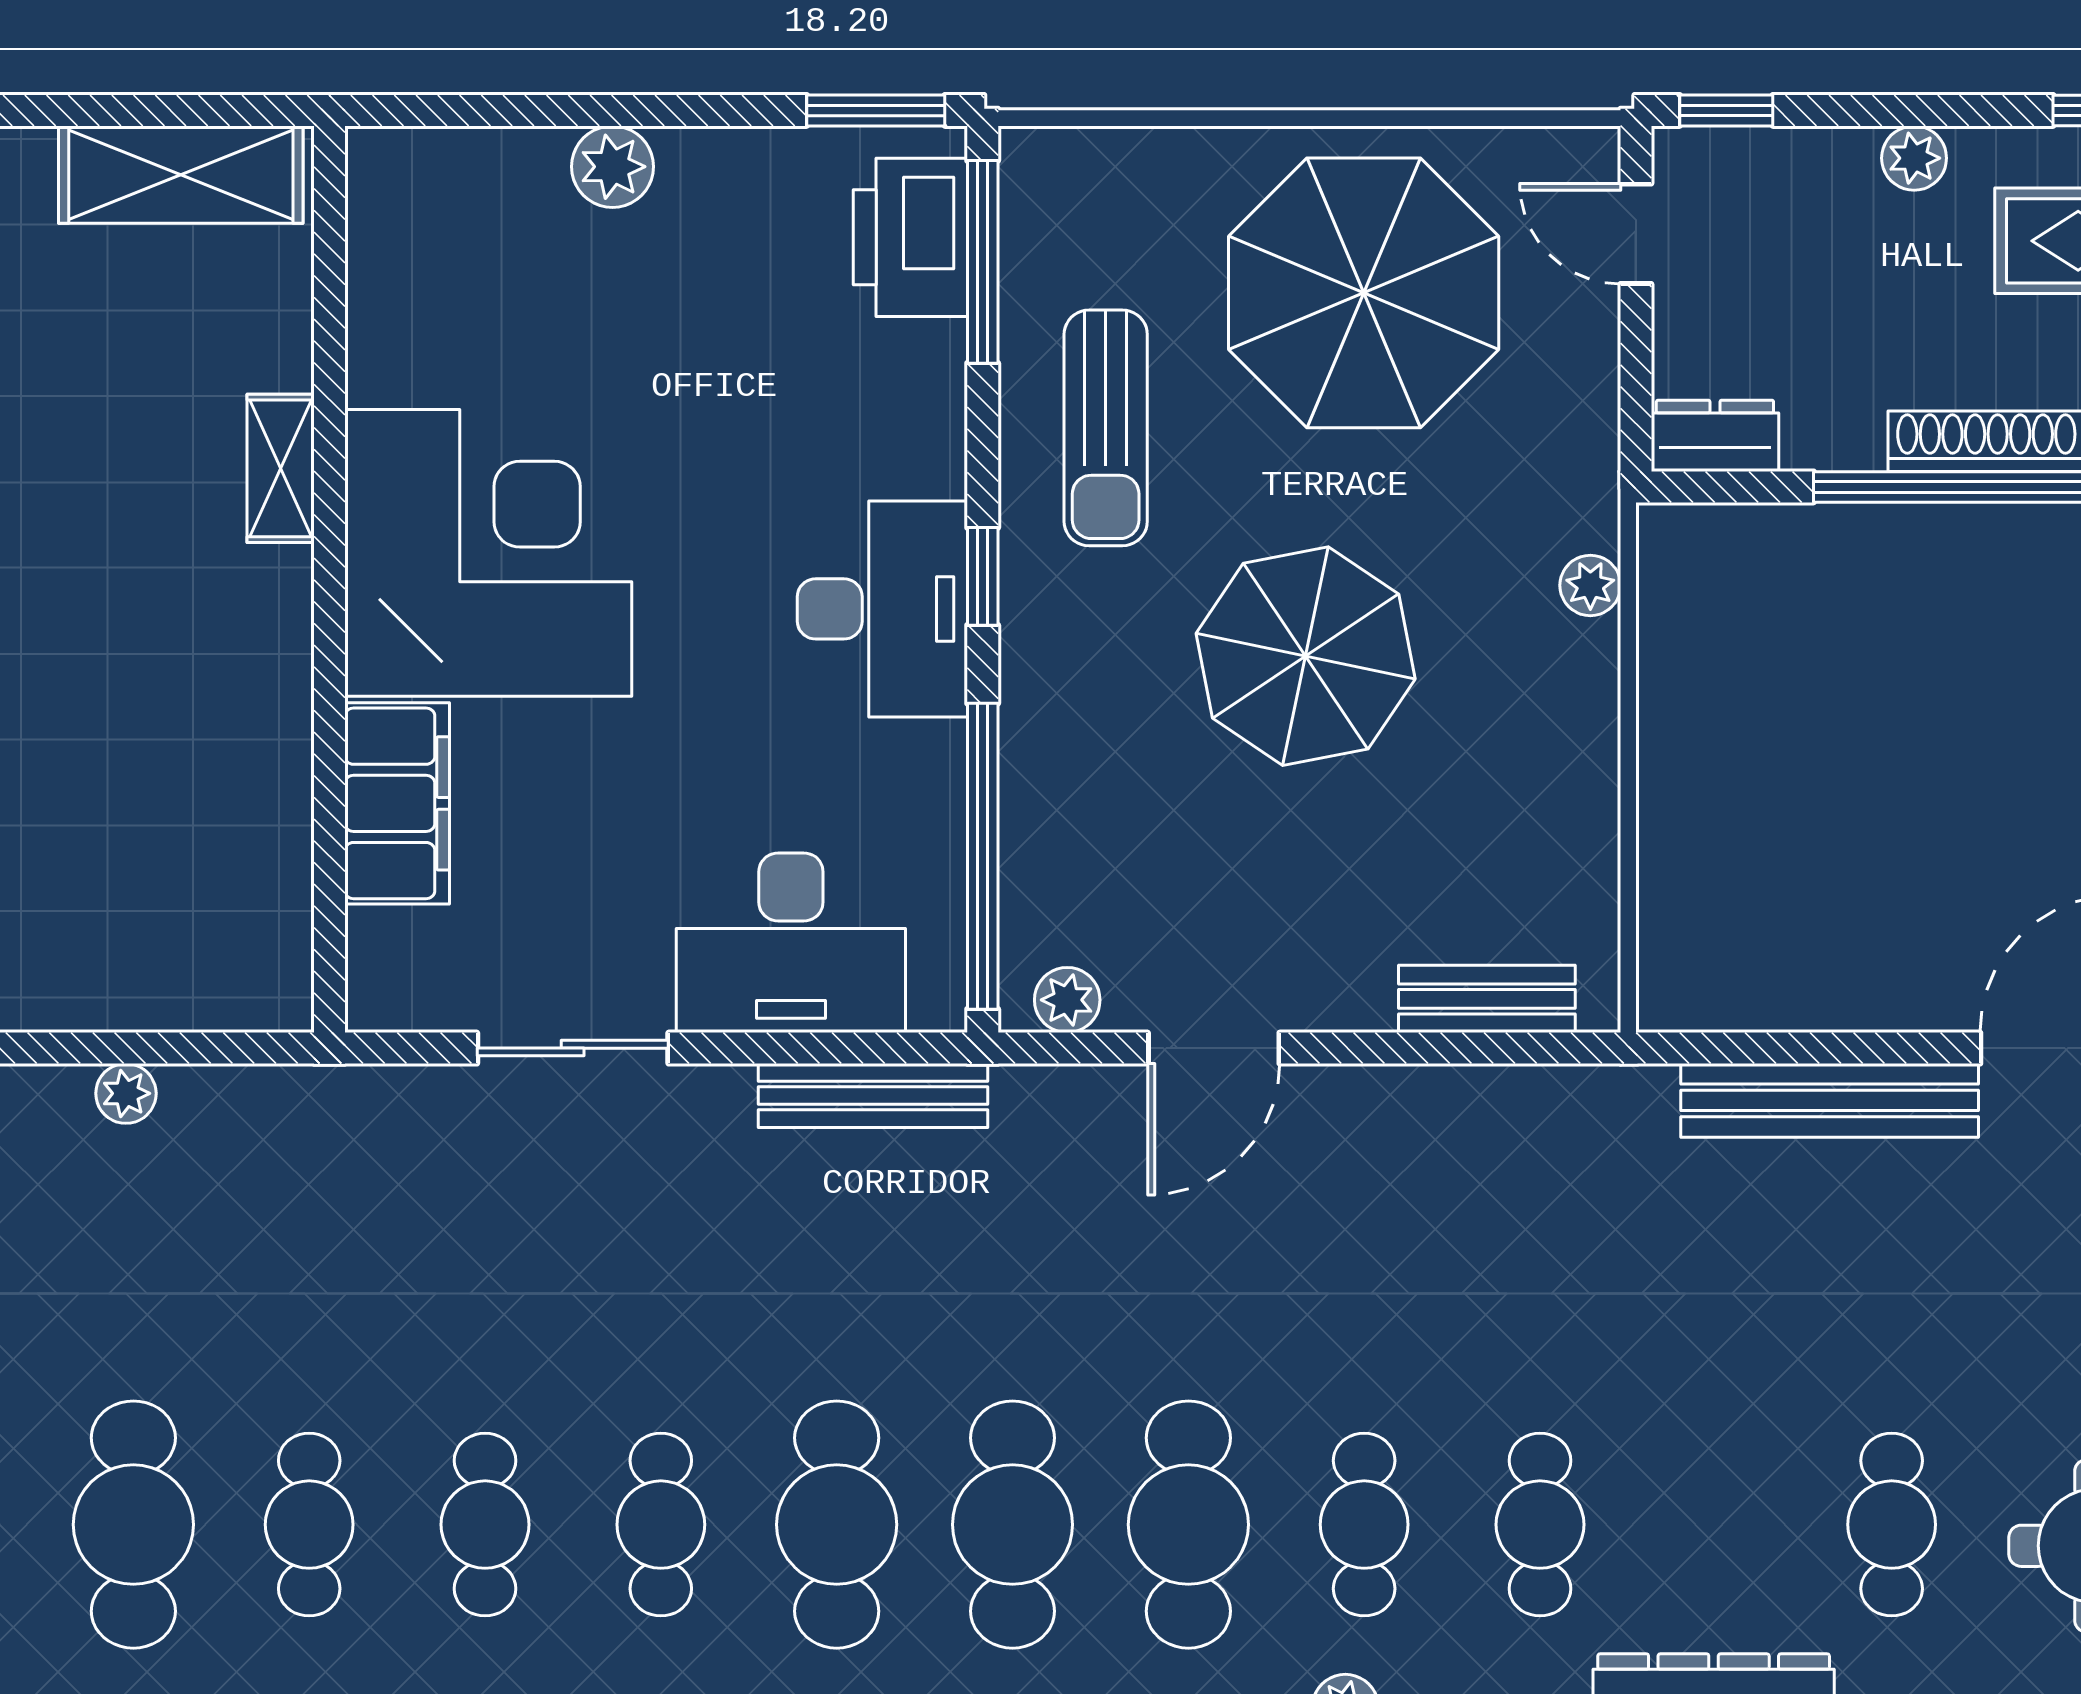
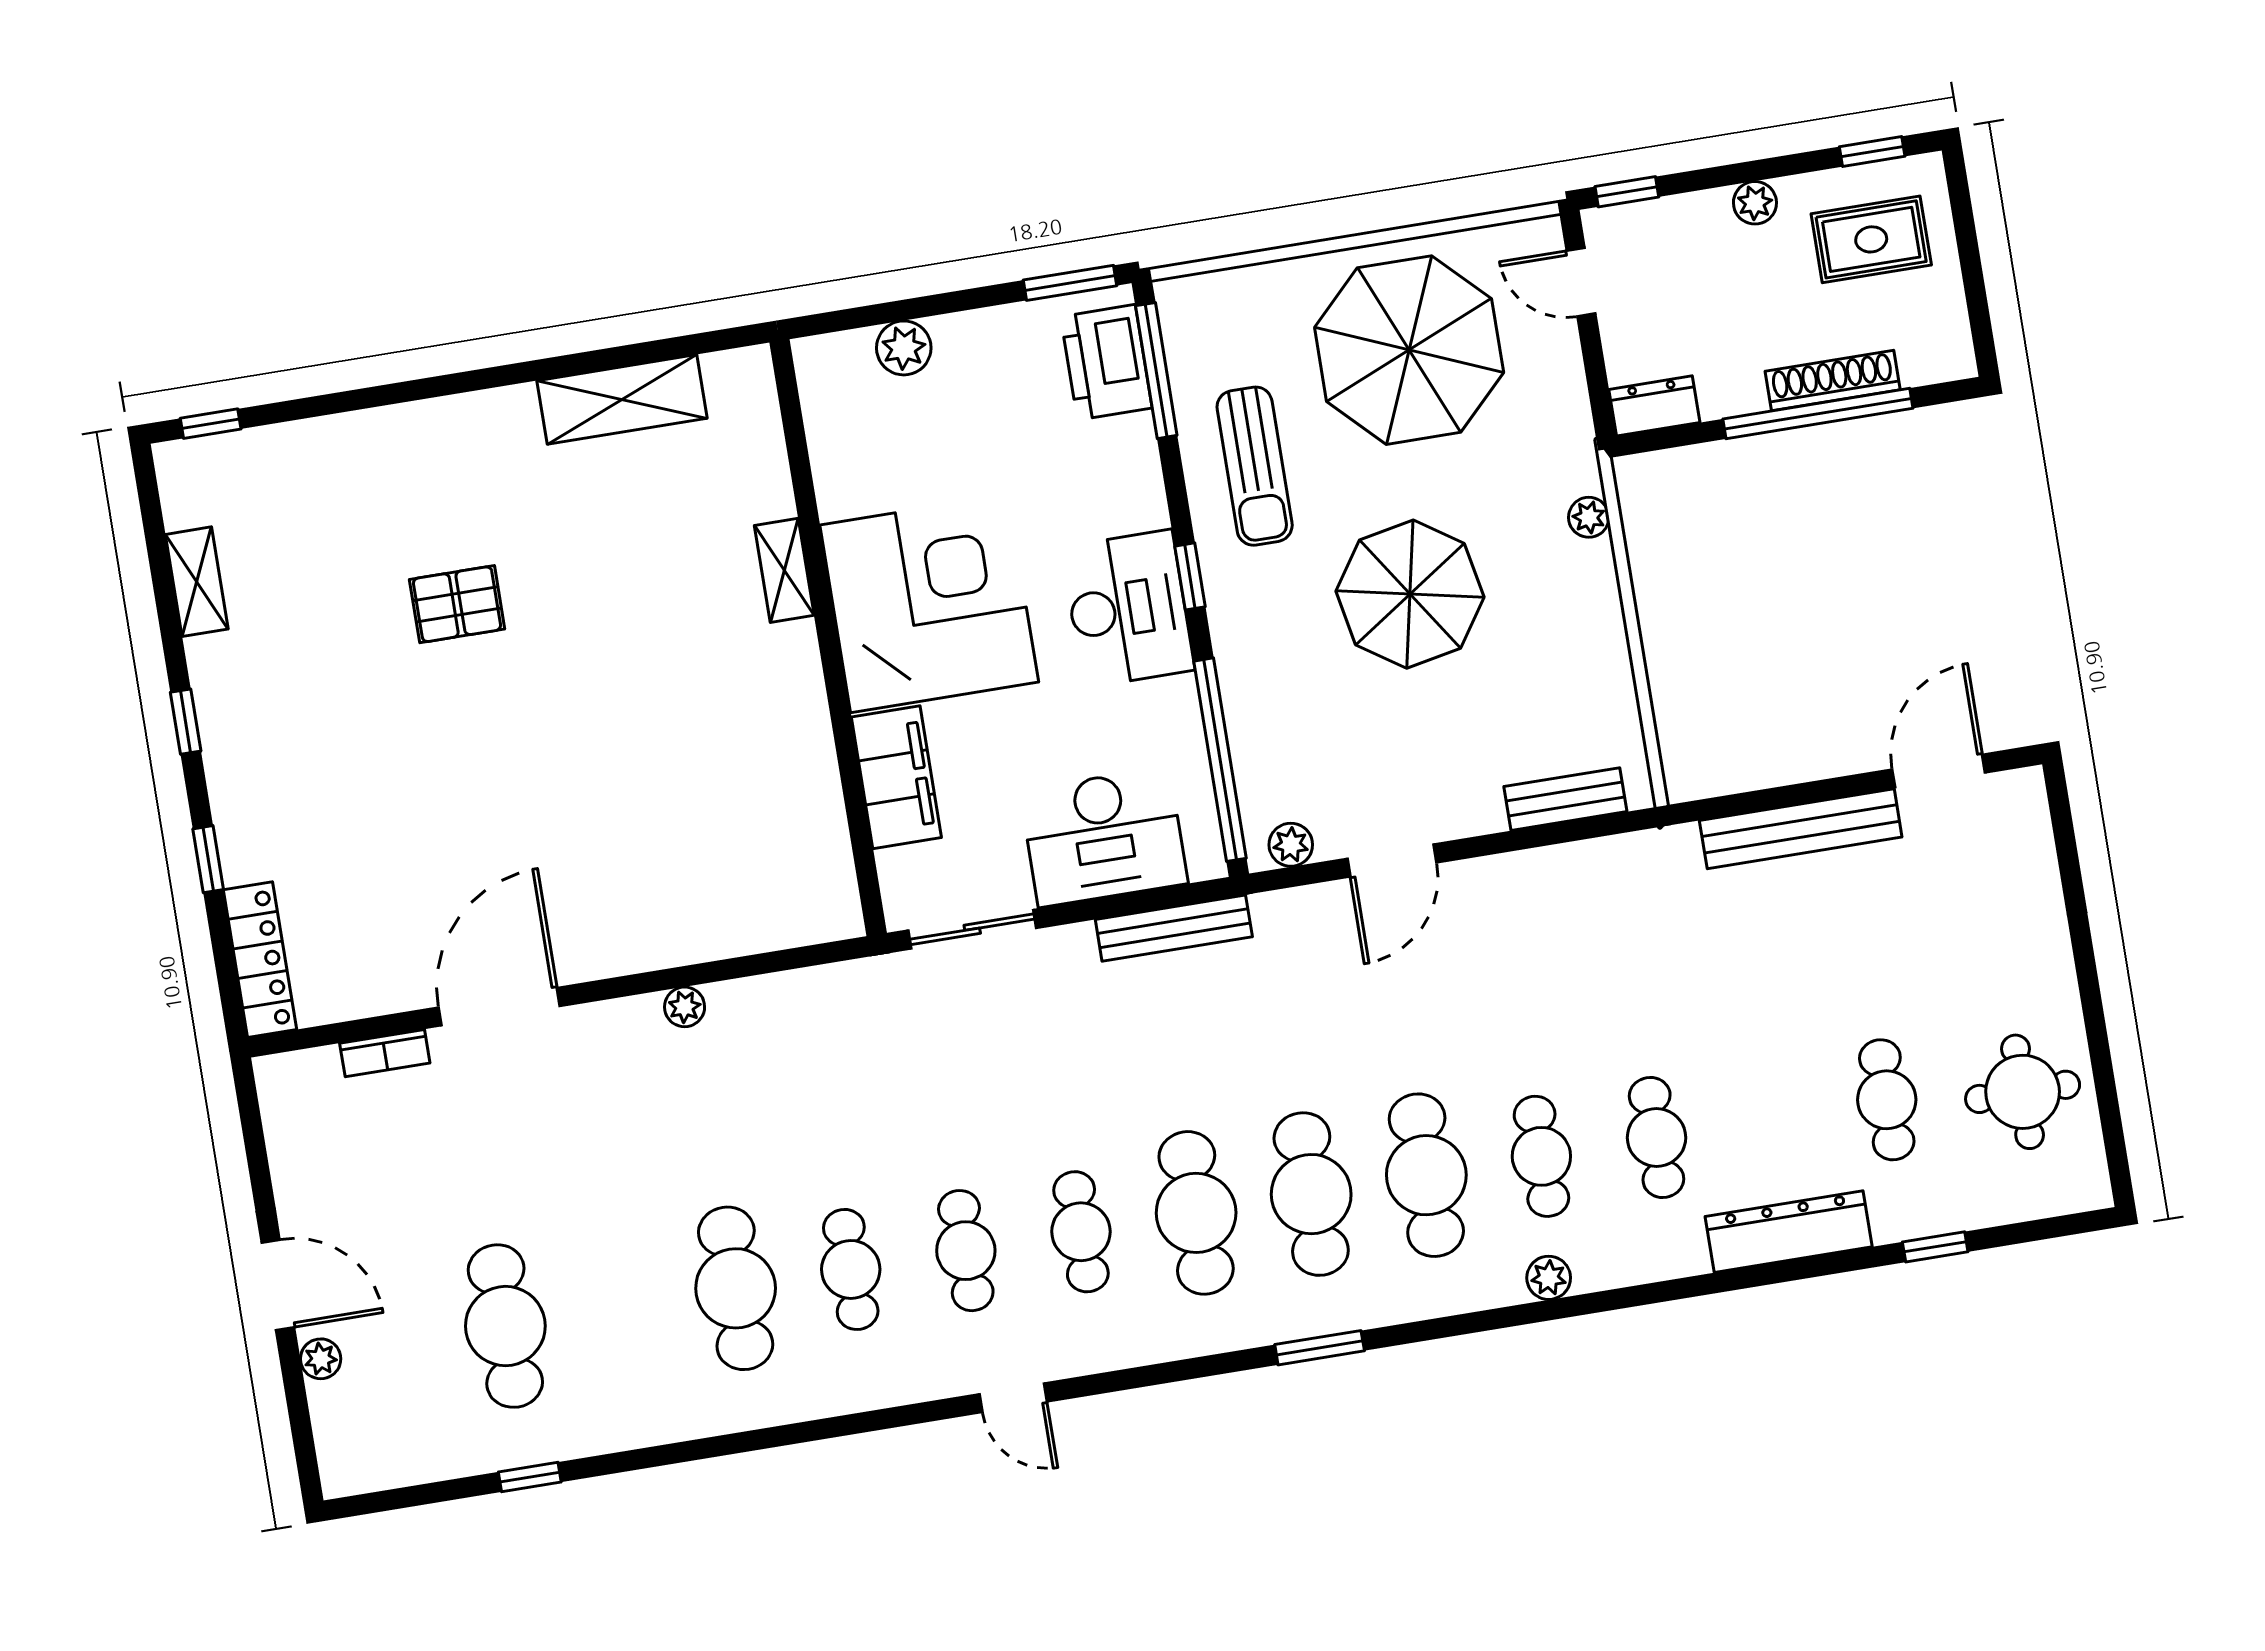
shelving: (281, 468) -> (784, 570), moved
corner desk: (488, 553) -> (929, 603), moved
wall: (329, 579) -> (828, 638), moved
filing cabinet: (397, 803) -> (896, 777), moved

